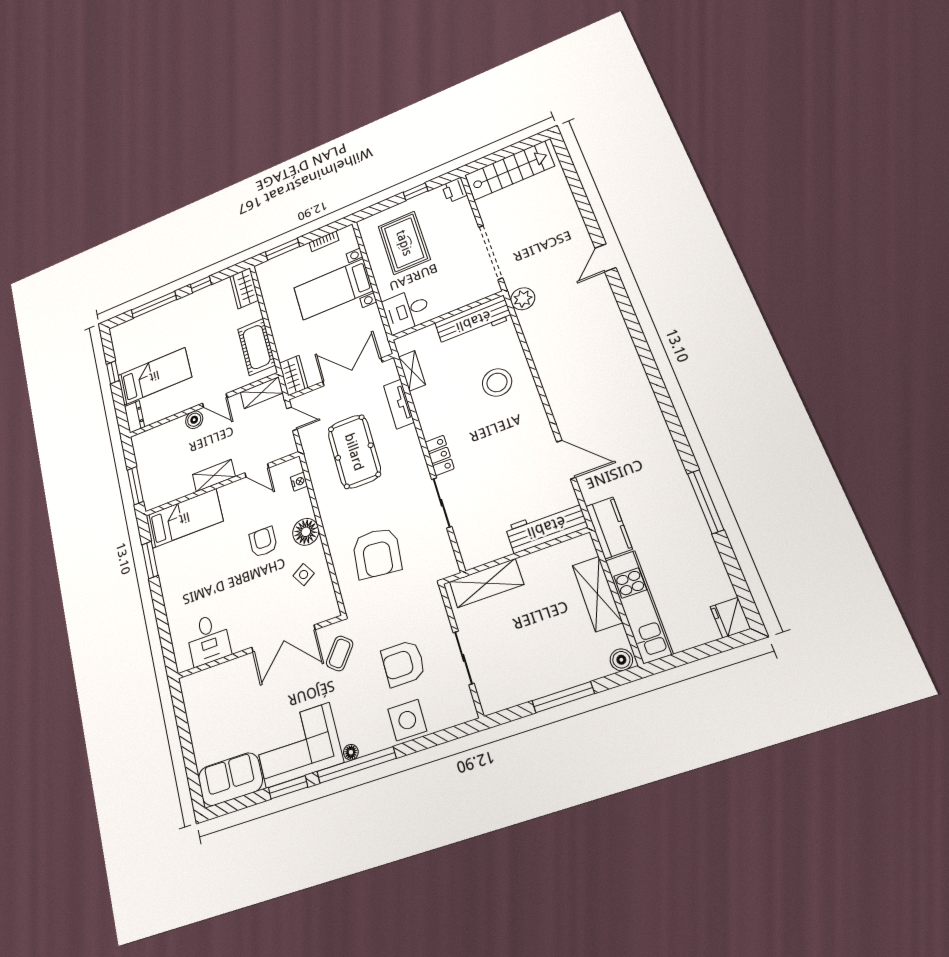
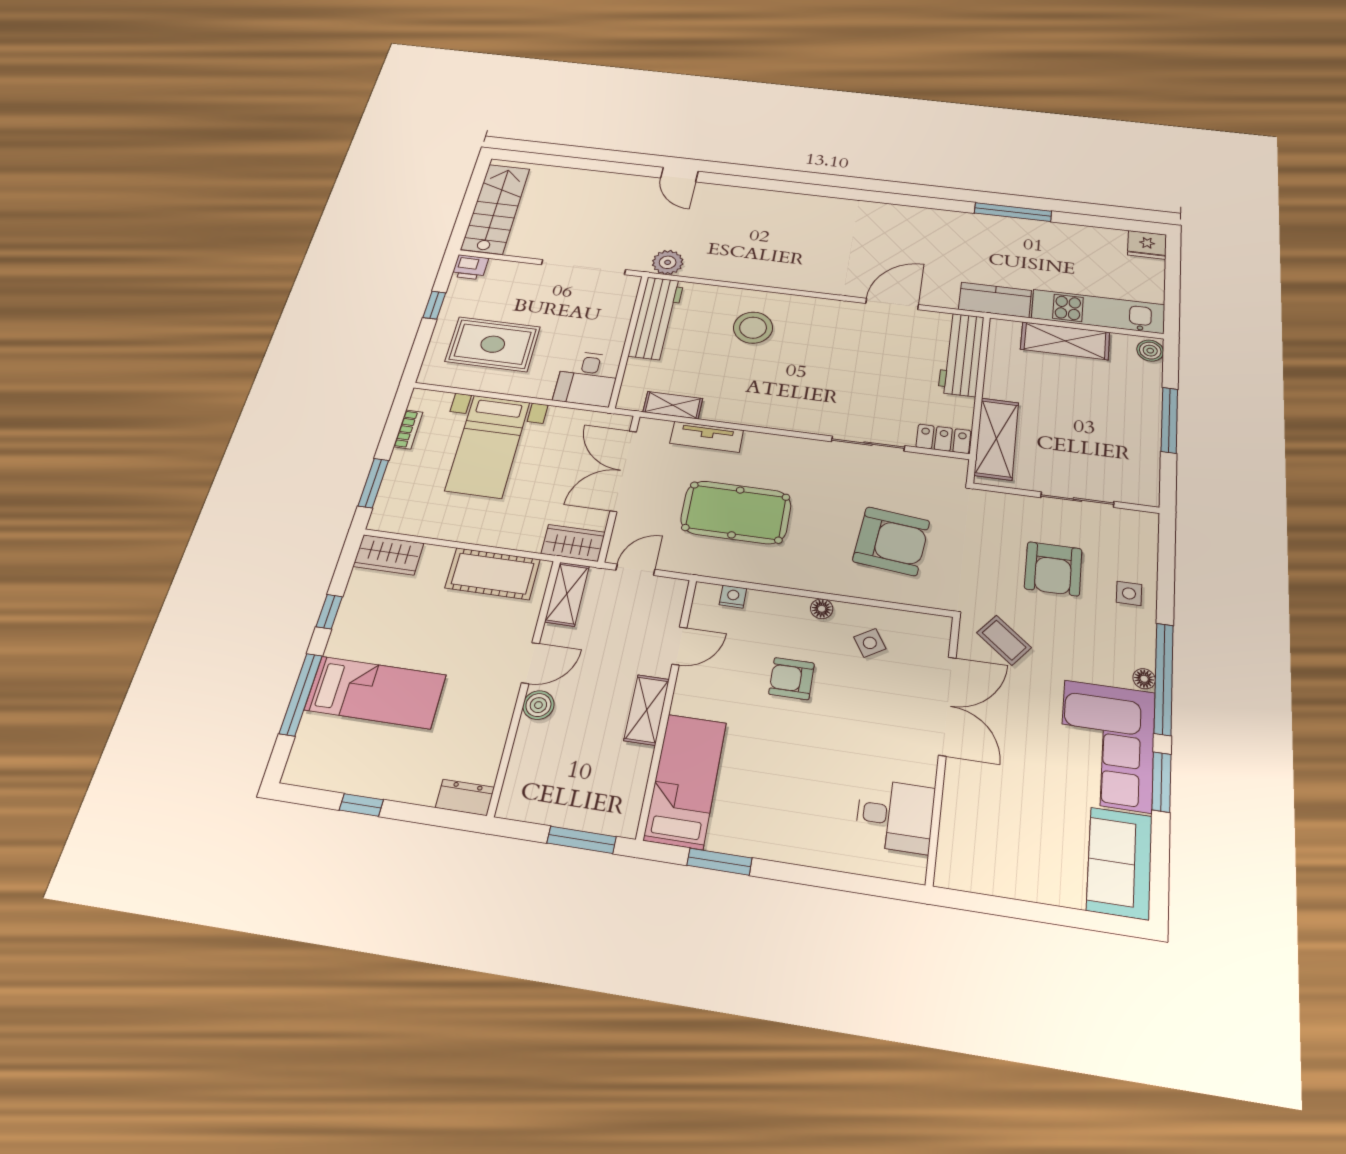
bed: (154, 376) -> (375, 692), moved, turned 90
locker: (440, 455) -> (943, 439), moved
floor lamp: (306, 532) -> (822, 609), width x0.53, depth x0.53
side table: (407, 720) -> (1129, 593), width x0.54, depth x0.54

